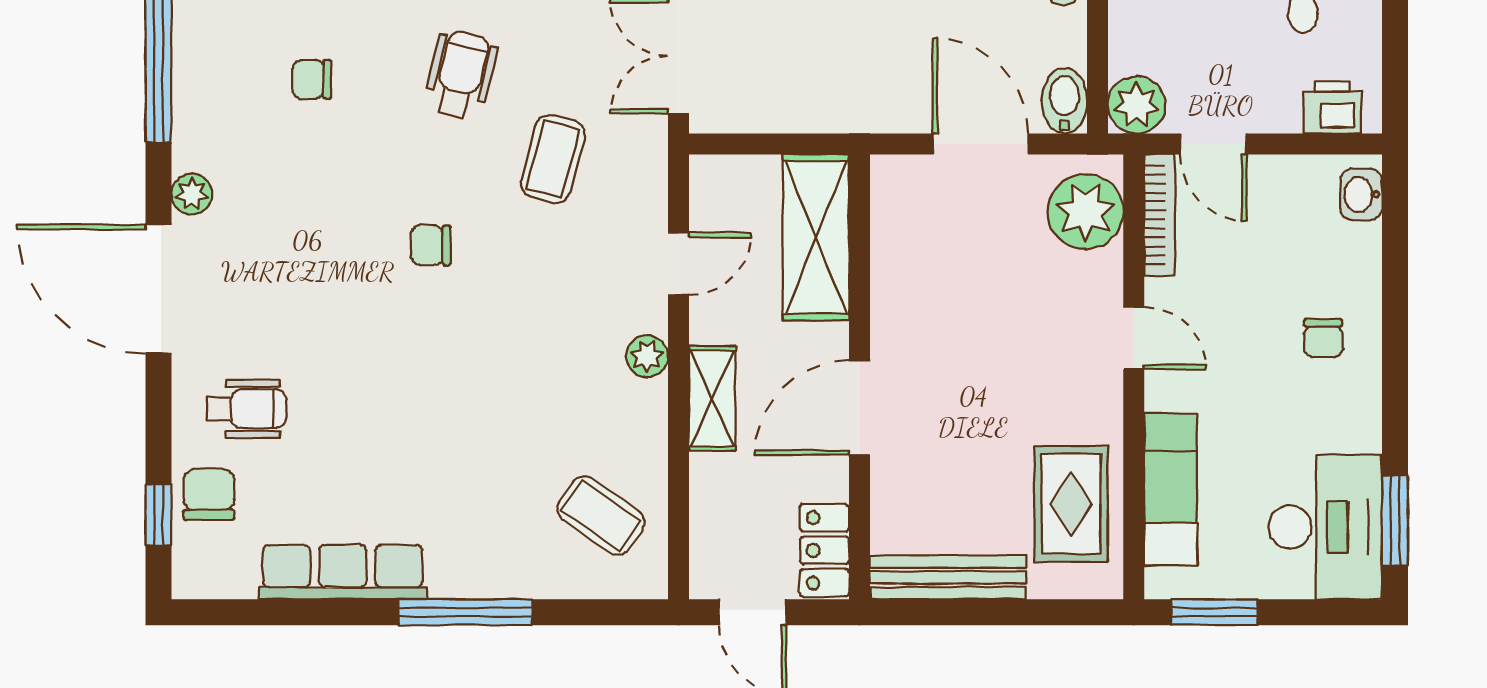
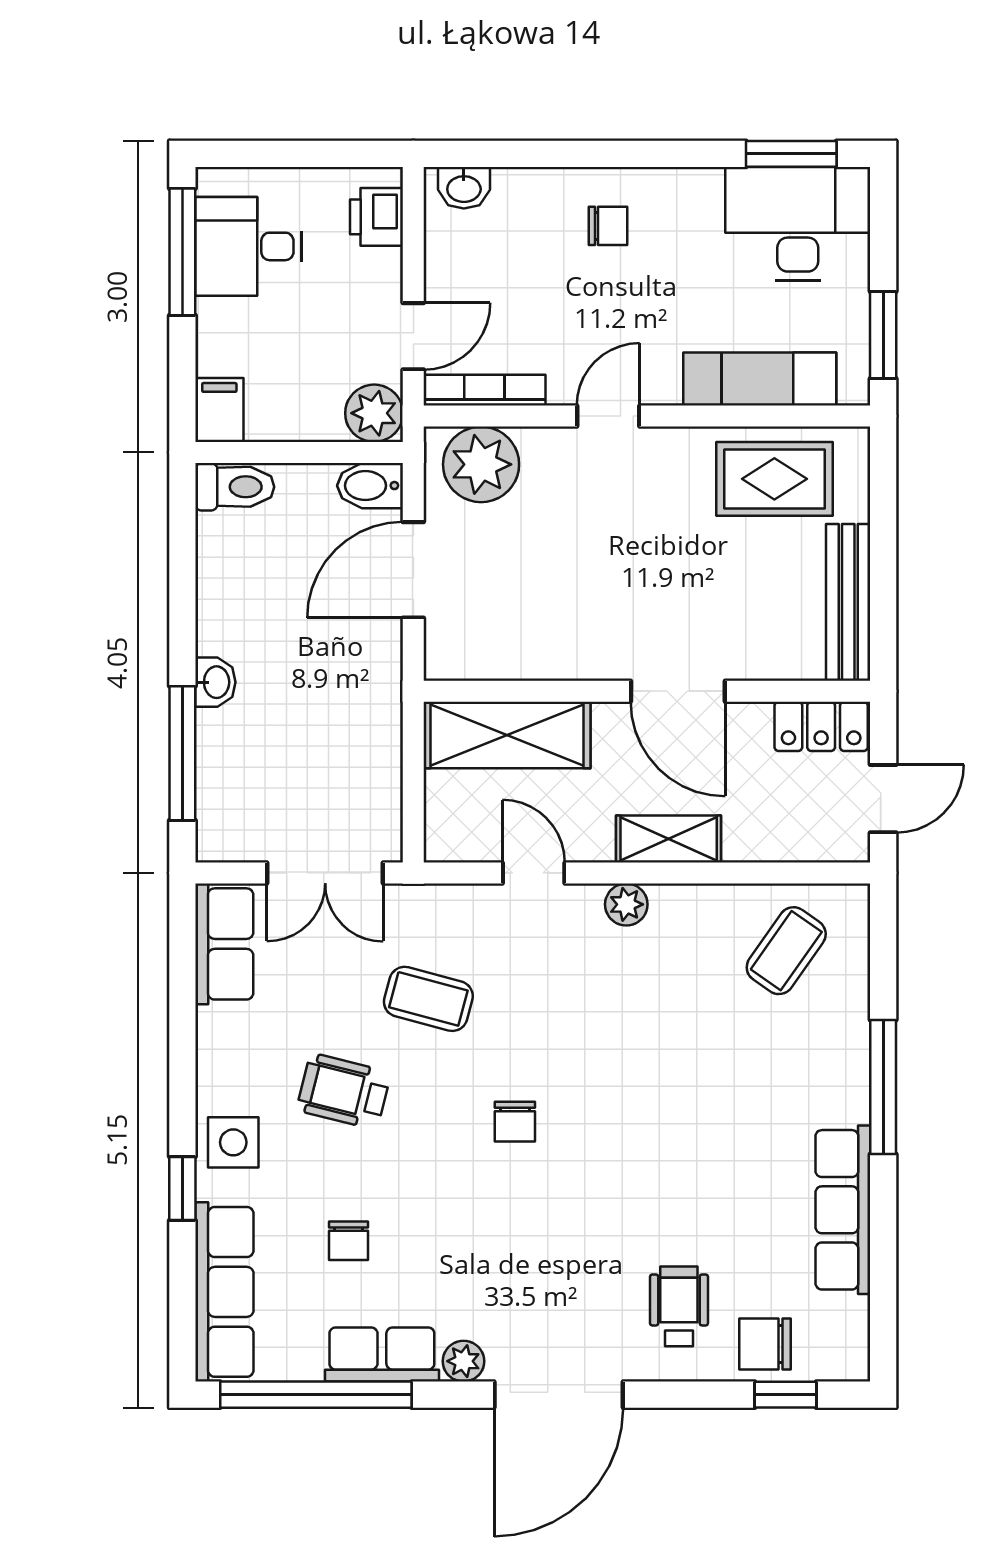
row of seats: (199, 113) -> (382, 1355), added

